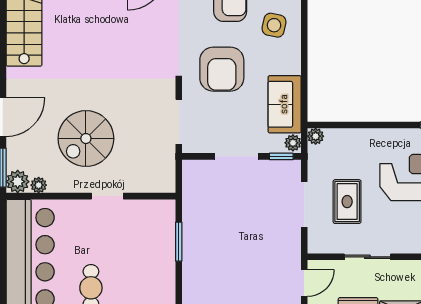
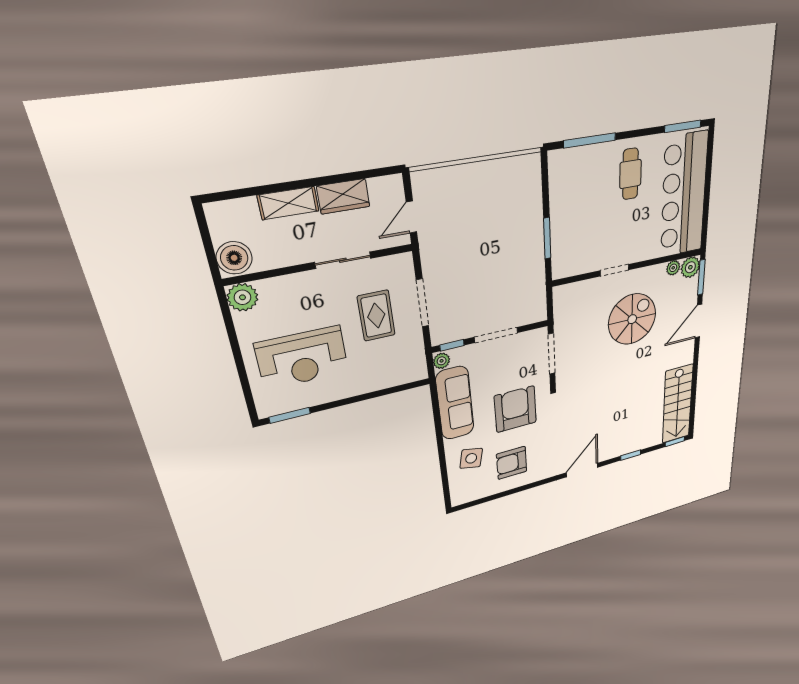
sofa: (285, 104) -> (455, 403), width x1.36
plant: (316, 136) -> (419, 373), removed

